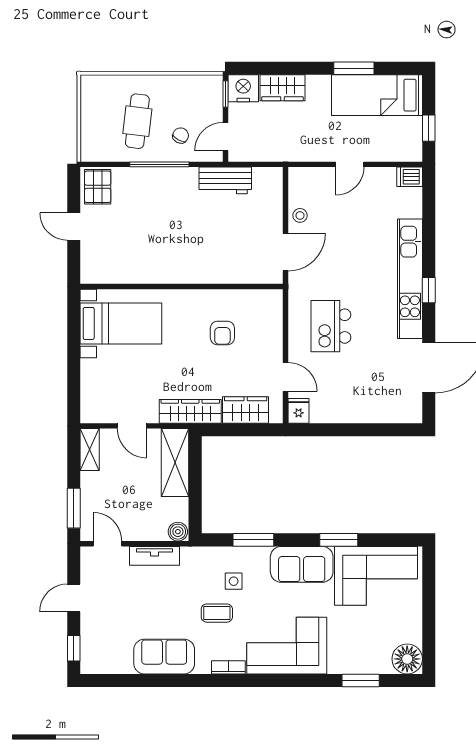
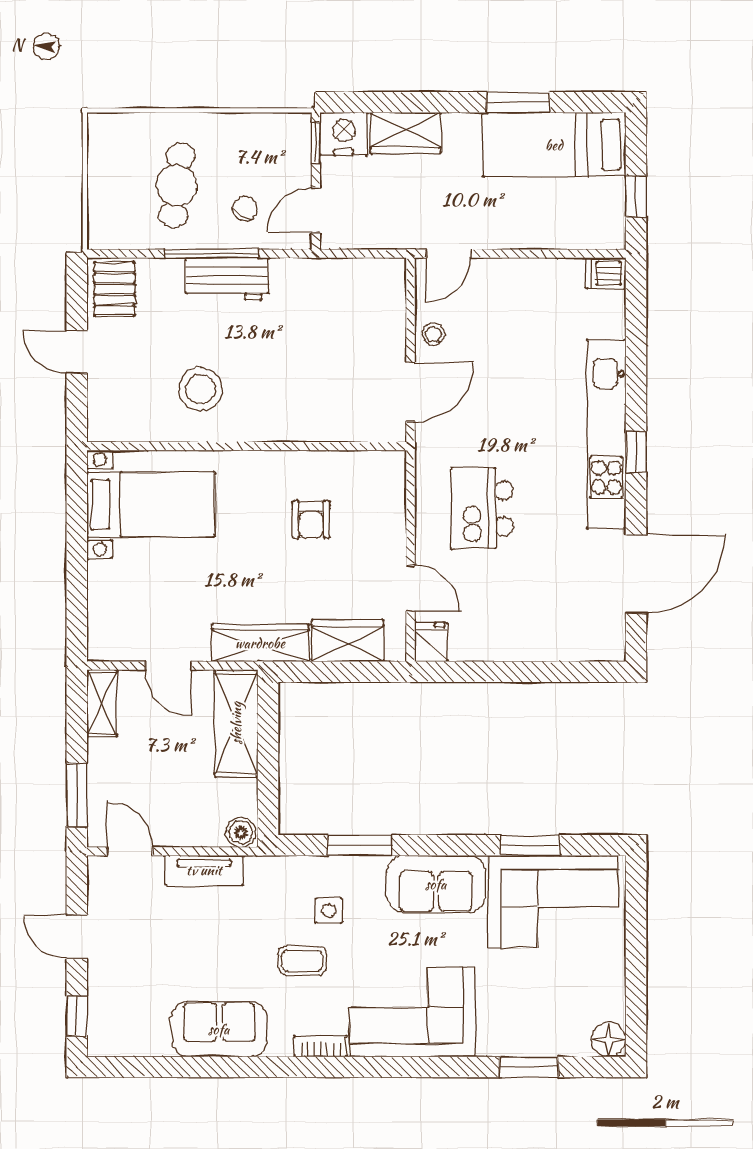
door: (350, 164) -> (448, 254), moved
workbench: (225, 180) -> (227, 279), moved
stool: (152, 250) -> (200, 389), added
window: (339, 540) -> (530, 845), moved
door: (74, 598) -> (77, 937), hinge flipped
floor lamp: (407, 659) -> (609, 1039), width x0.73, depth x0.73

